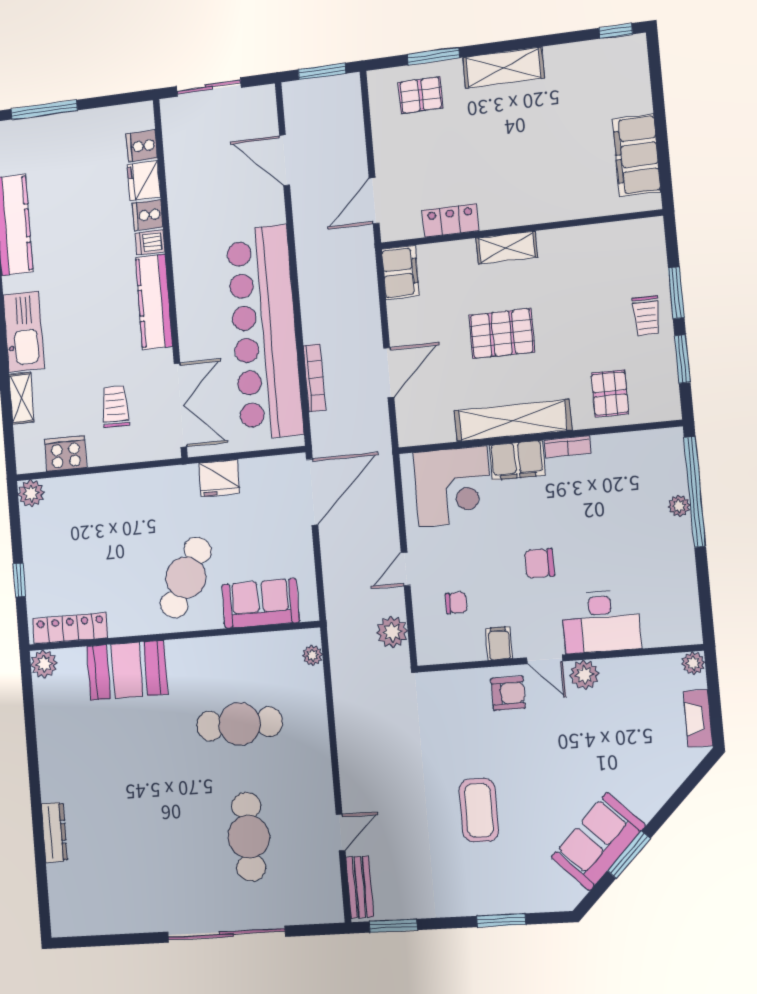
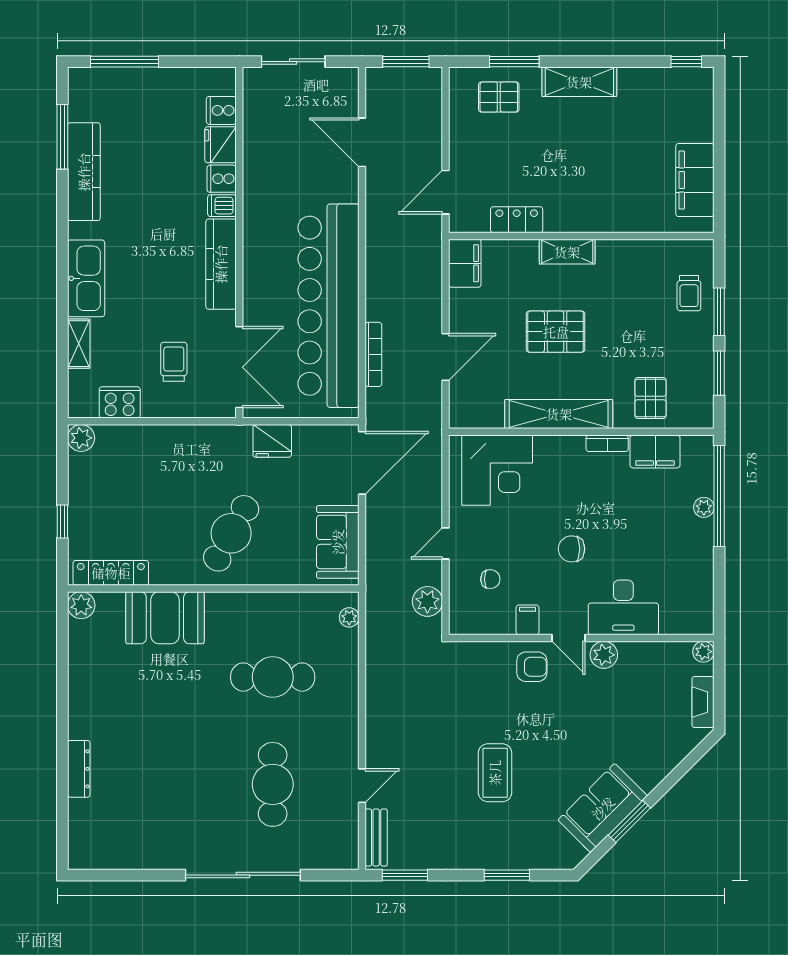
trolley: (646, 316) -> (689, 293), moved
filing cabinet: (517, 460) -> (655, 451), moved
sofa: (261, 603) -> (338, 542), moved, turned -90

